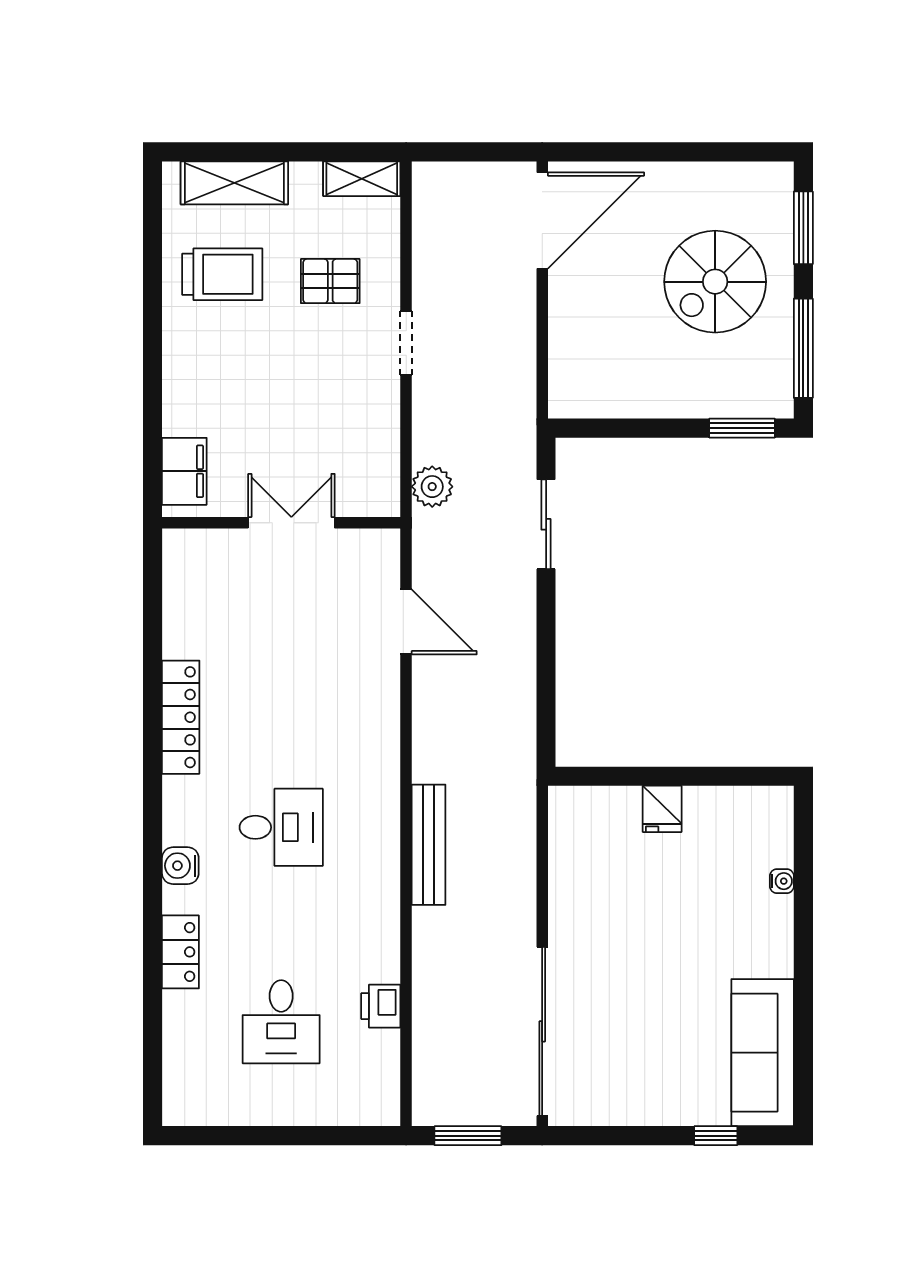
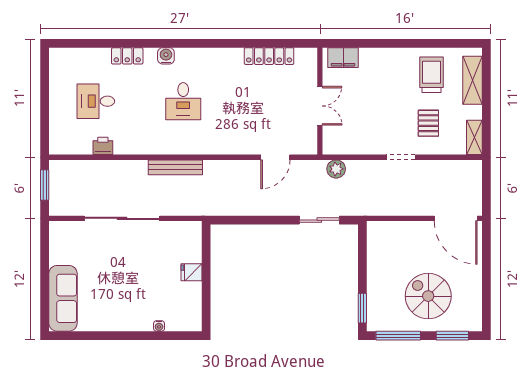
trolley: (222, 274) -> (431, 75), turned 180
locker: (181, 717) -> (269, 56), moved
sliding door: (542, 1031) -> (122, 218), moved
sofa: (763, 1053) -> (63, 298), moved, turned 90
window: (716, 1136) -> (45, 296), removed

